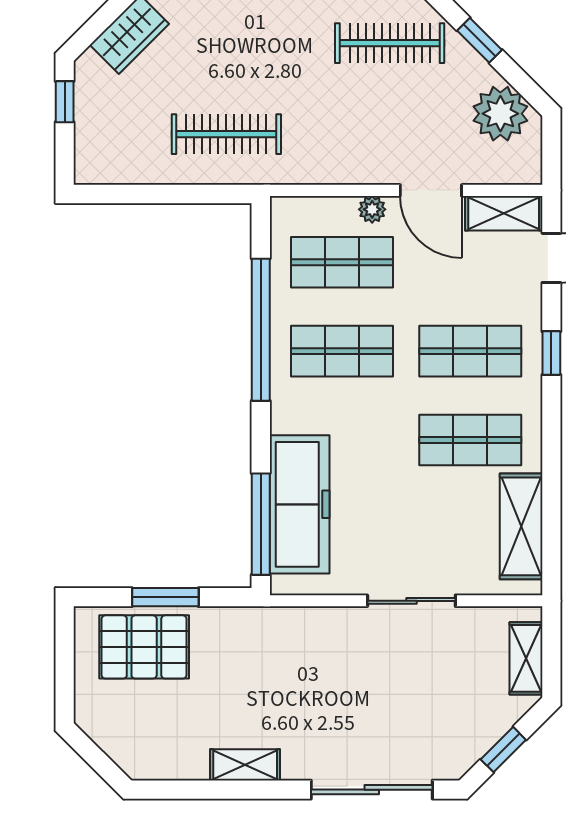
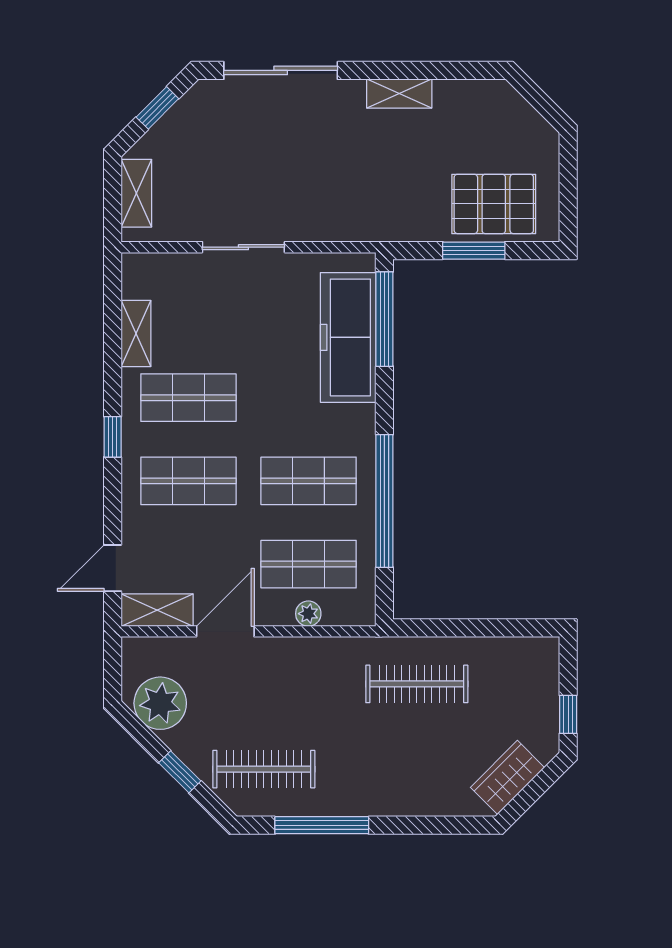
door: (431, 190) -> (225, 631), hinge flipped
plant: (372, 209) -> (308, 614), moved
window: (551, 353) -> (113, 437), moved
shelving: (521, 526) -> (136, 333), width x0.67, depth x0.75

